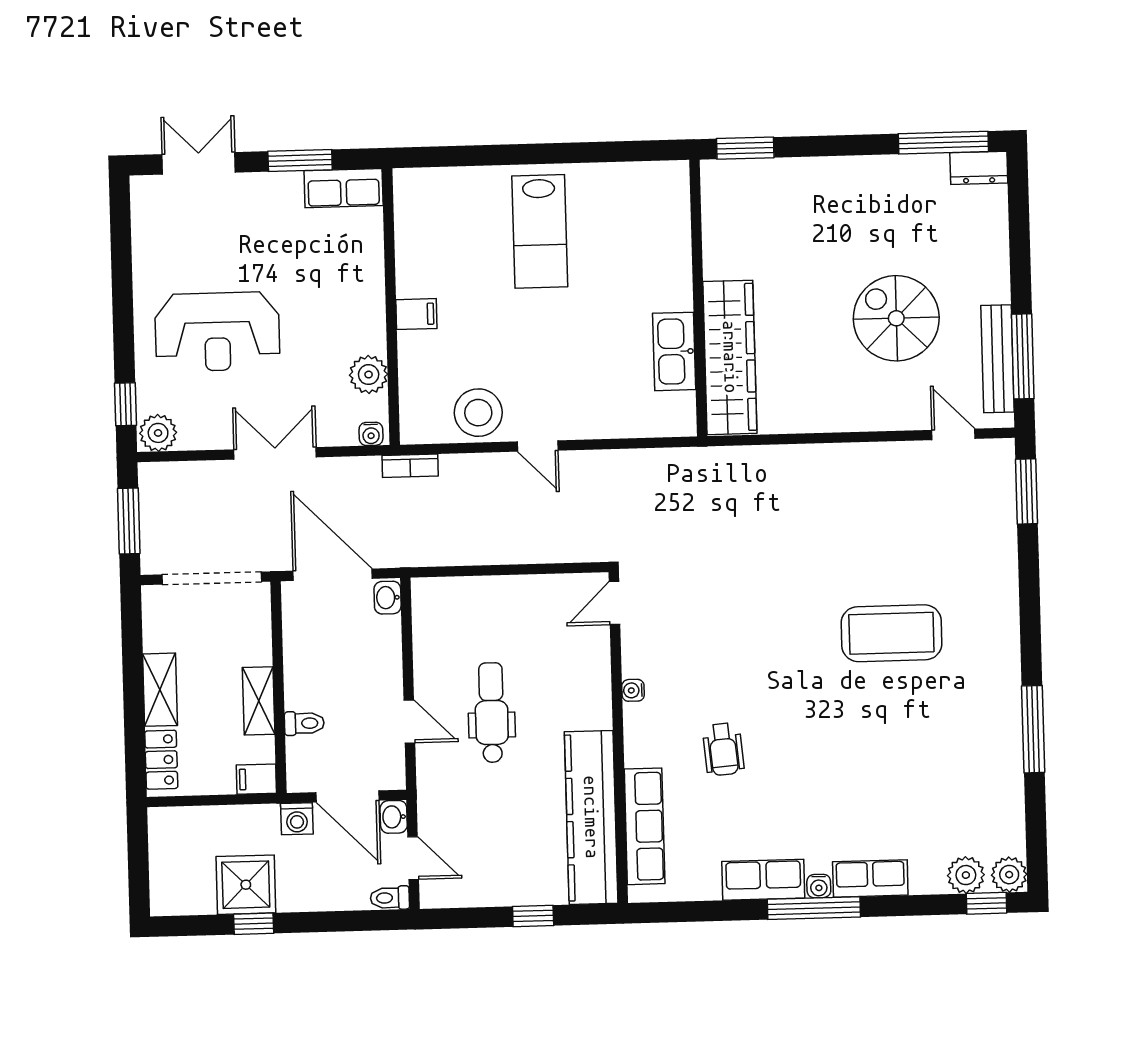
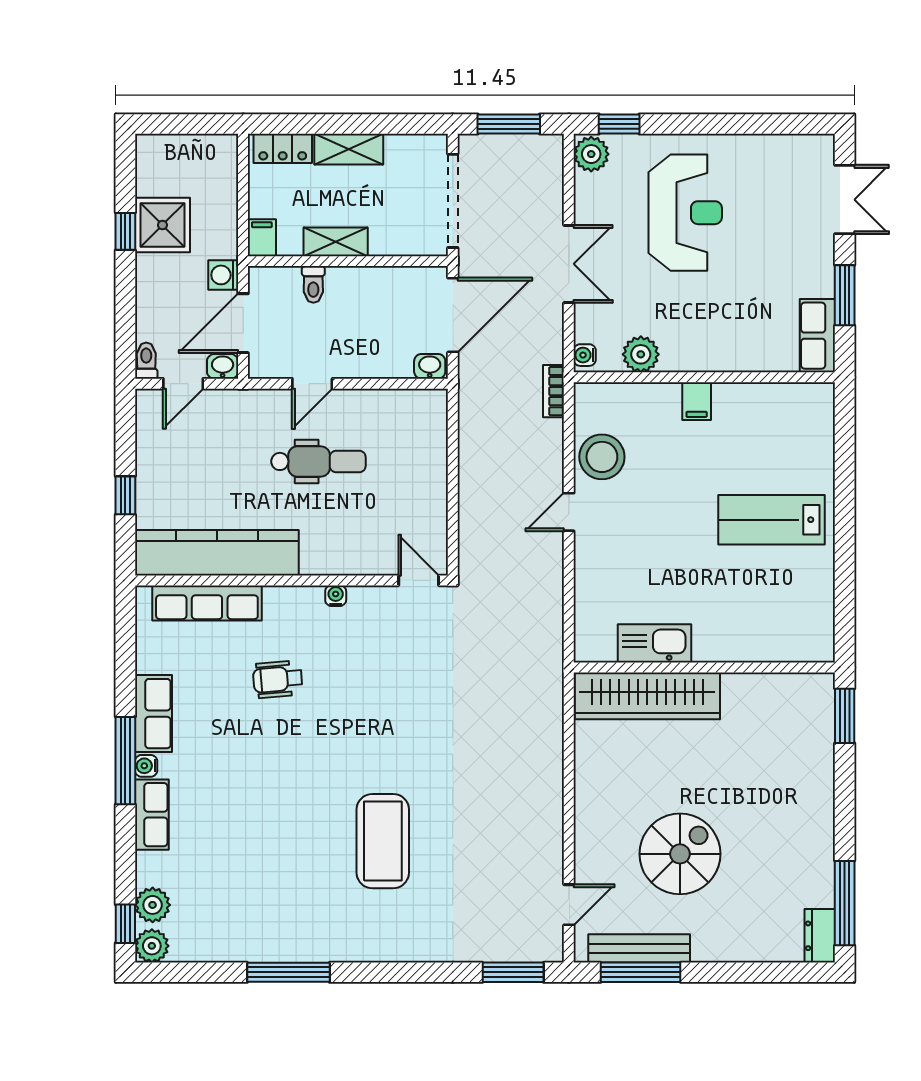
reception desk: (217, 332) -> (685, 213), turned 180

